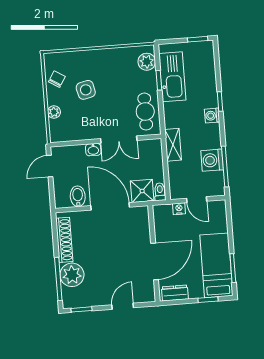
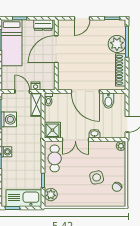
kitchen sink: (172, 77) -> (24, 198), moved, turned 90
plant: (54, 112) -> (121, 146), moved
double door: (119, 140) -> (75, 140), swing flipped
shelving: (173, 145) -> (36, 105), moved
shower: (142, 191) -> (52, 130), moved

